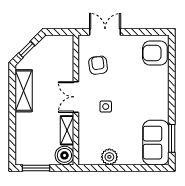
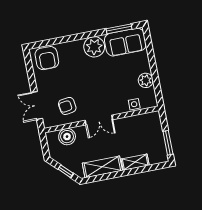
side table: (106, 106) -> (134, 104), moved
plant: (157, 107) -> (94, 47), added
shelving: (67, 130) -> (135, 162), moved
boiler: (64, 155) -> (67, 137), moved

